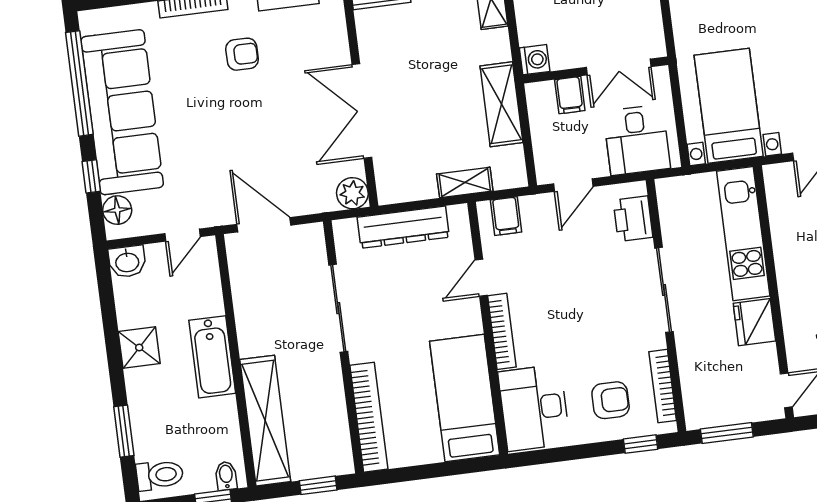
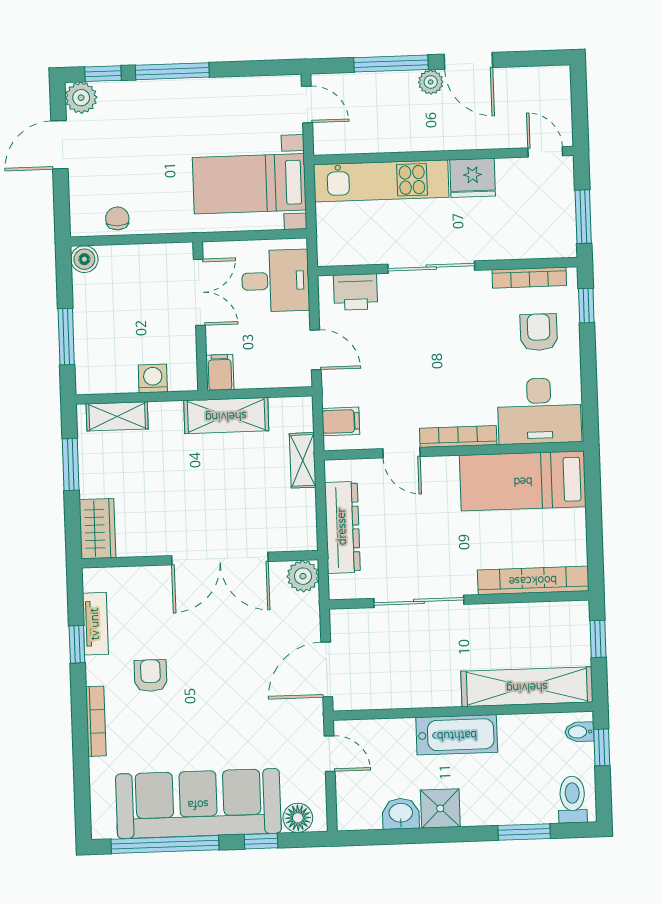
washing machine: (535, 60) -> (153, 378), moved
filing cabinet: (570, 95) -> (220, 372), moved, turned -90
washbasin: (127, 262) -> (401, 814), moved, turned -90

